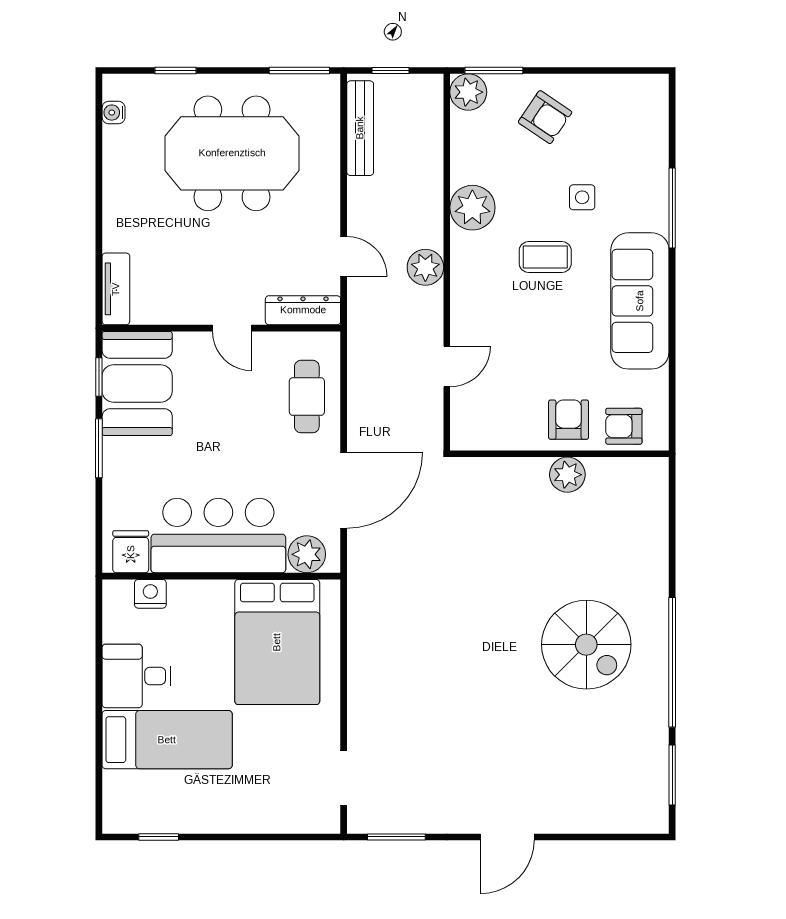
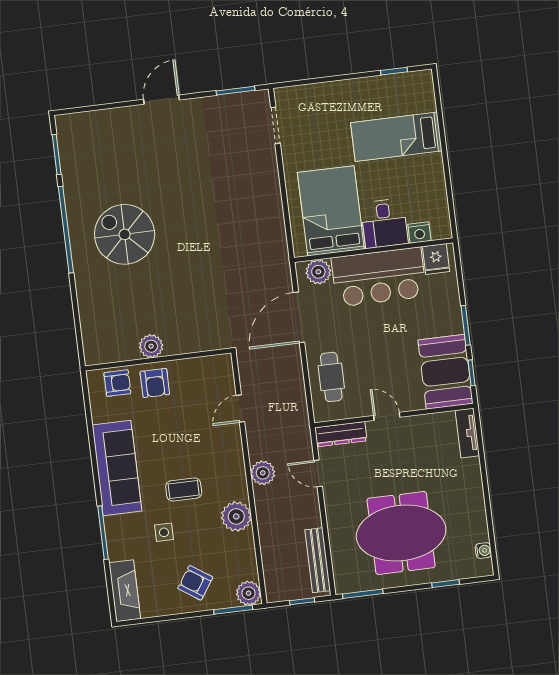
fireplace: (651, 118) -> (125, 591), added
desk: (137, 676) -> (384, 223), moved, turned 90

